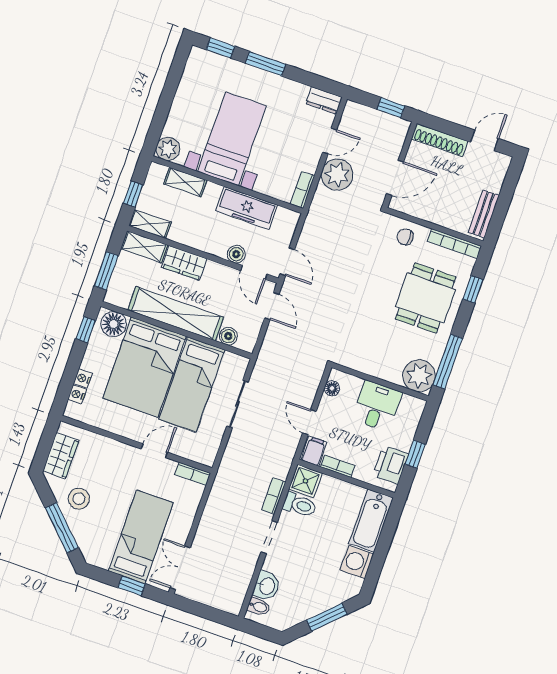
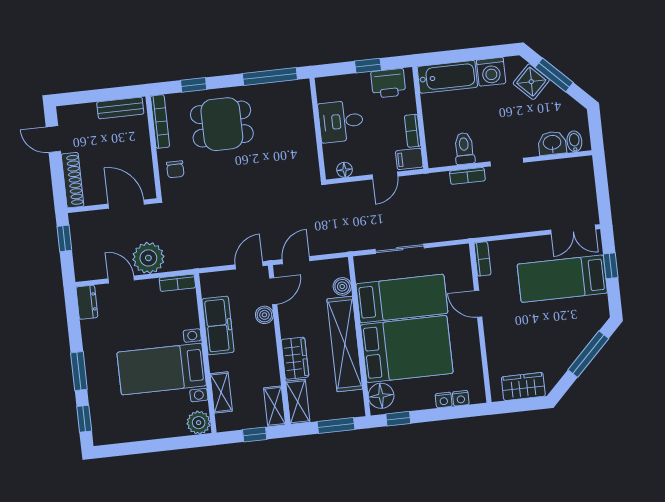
plant: (419, 376) -> (295, 96), removed
shower: (305, 481) -> (531, 82), moved, turned 45
stool: (79, 499) -> (555, 351), removed

